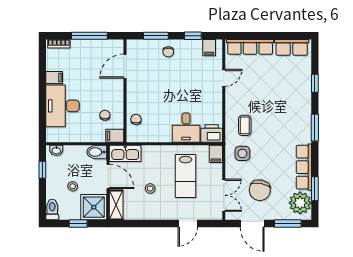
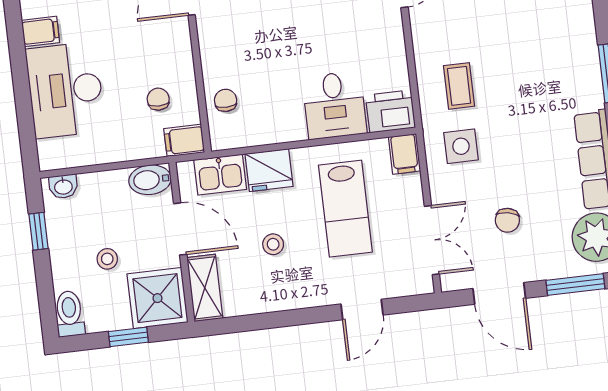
kitchen sink: (125, 153) -> (220, 175), width x0.73
fridge: (152, 154) -> (269, 170), added
chair: (260, 190) -> (507, 220), width x0.54, depth x0.54

